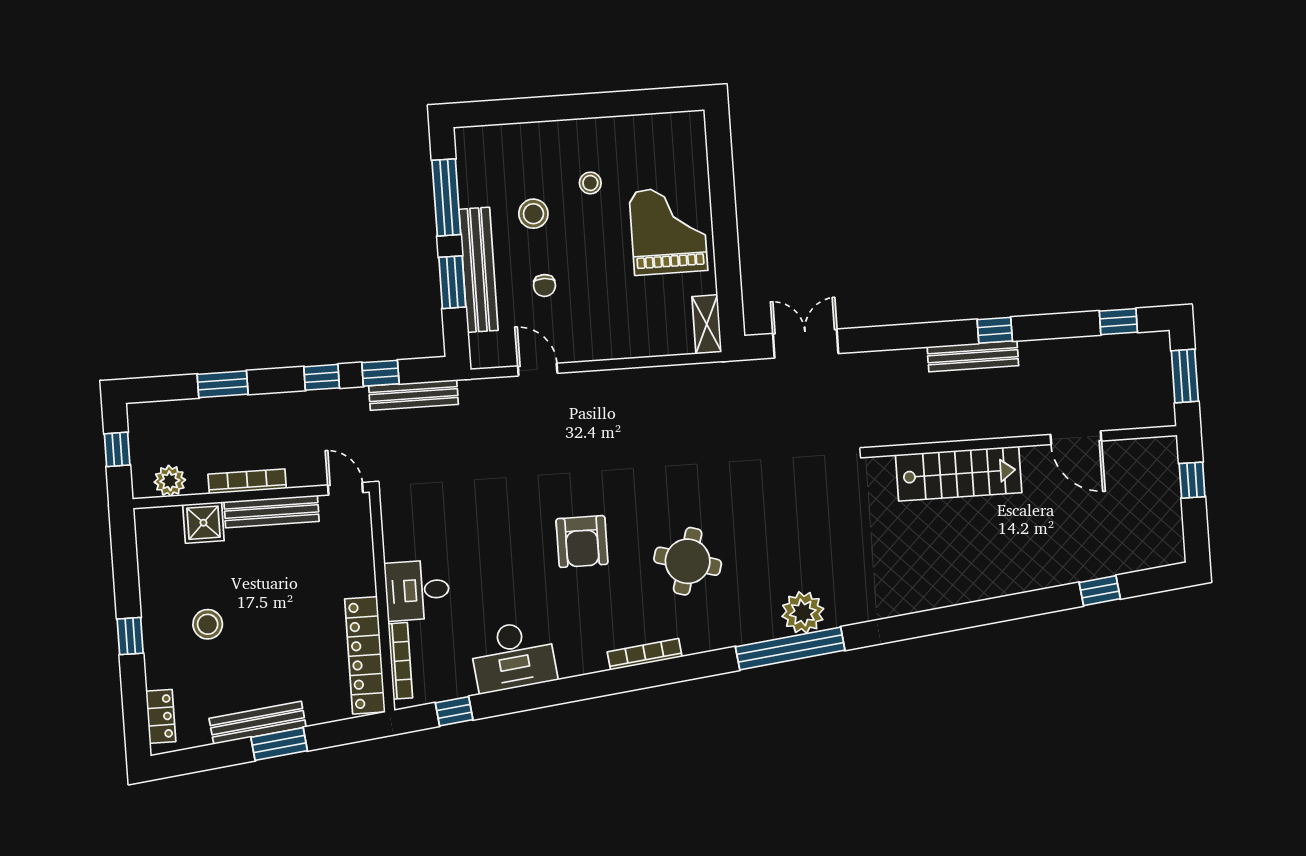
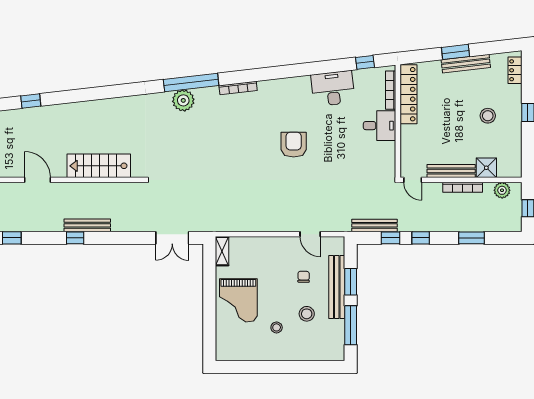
round table: (688, 561) -> (240, 131), removed
bookcase: (645, 654) -> (238, 88), moved

